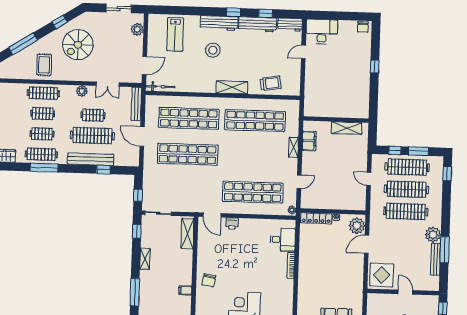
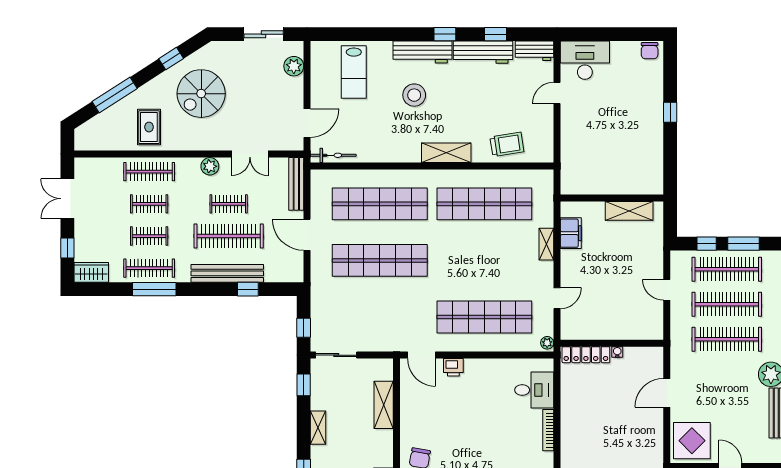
plant: (357, 226) -> (650, 364), removed
shelving: (187, 234) -> (384, 405), moved

